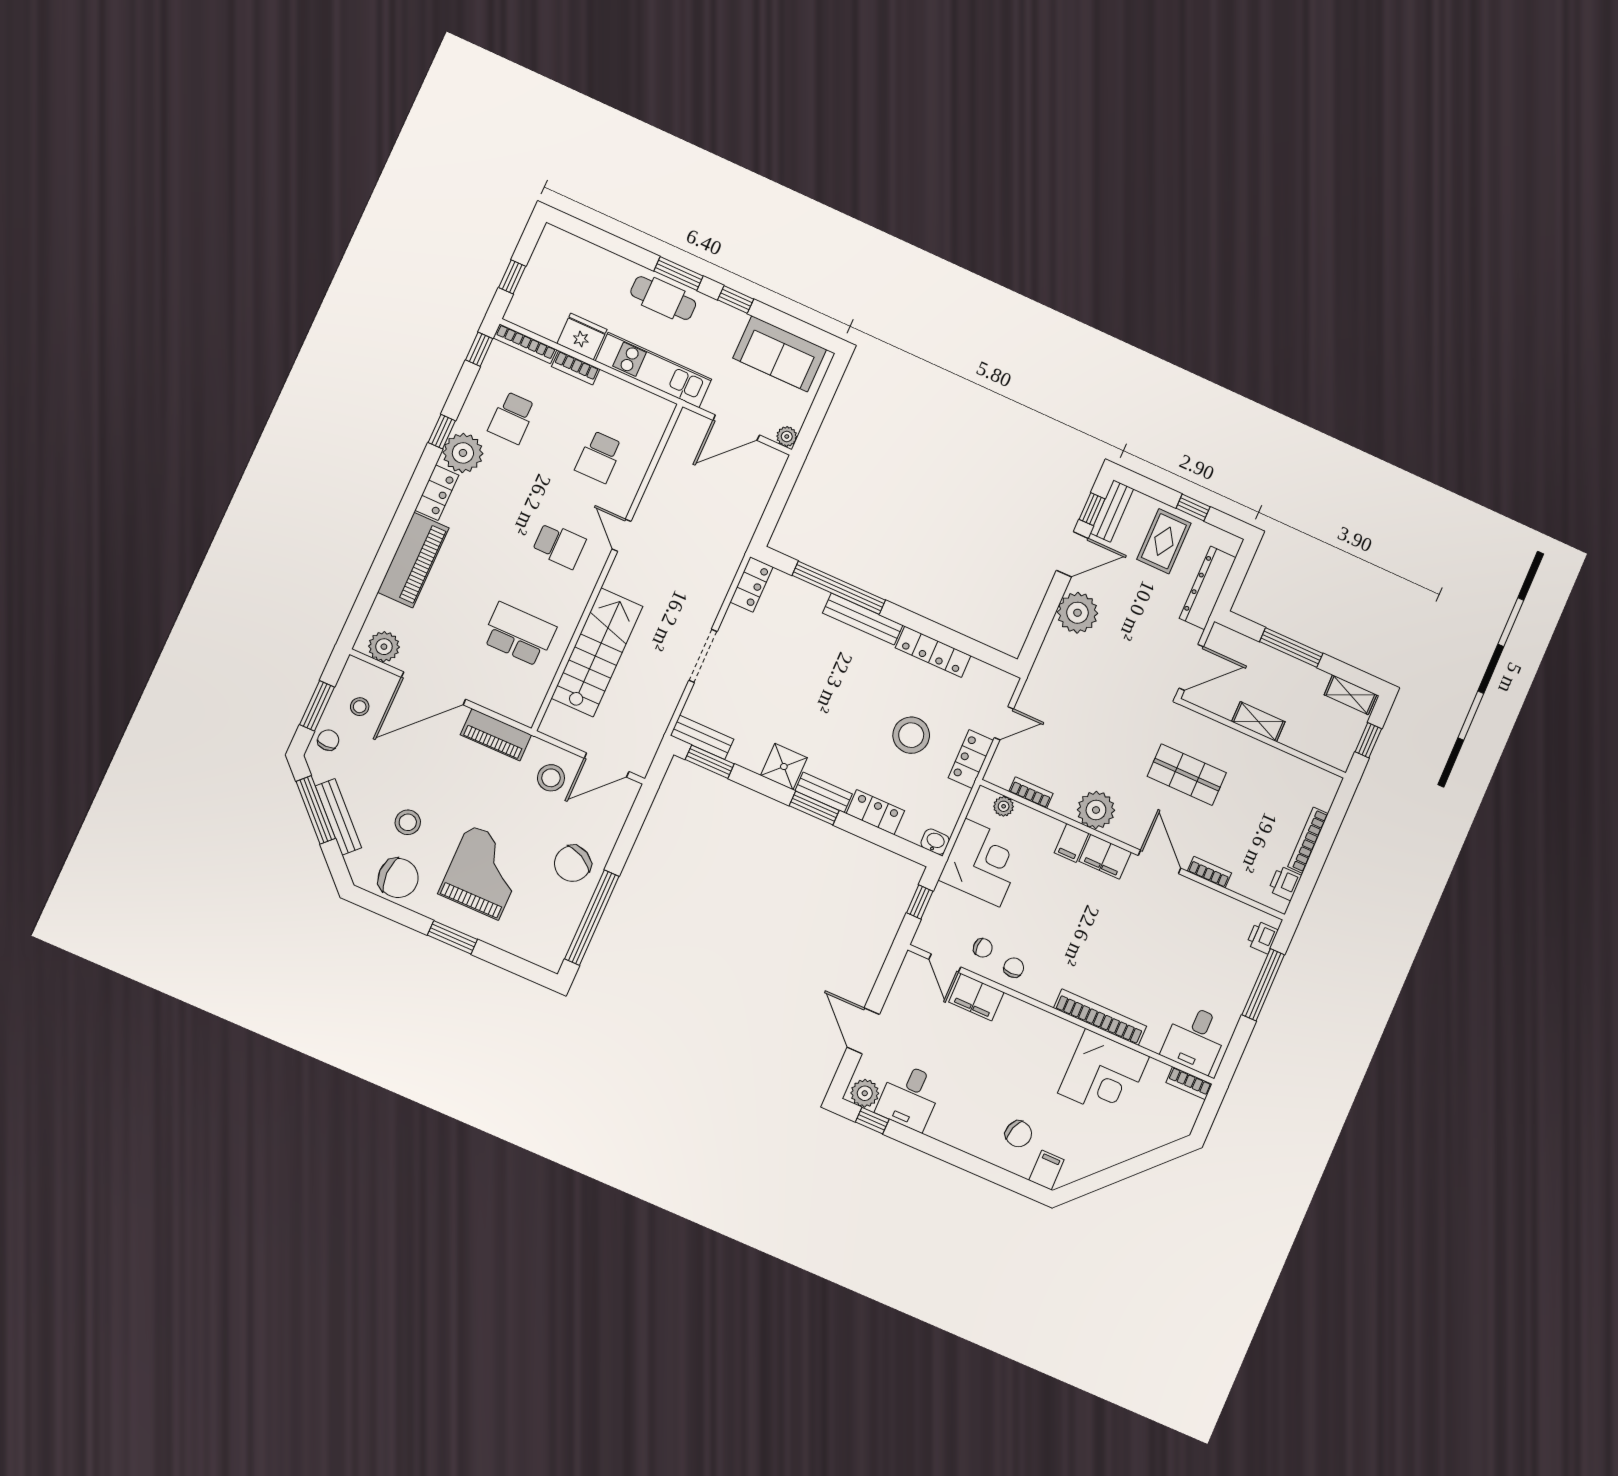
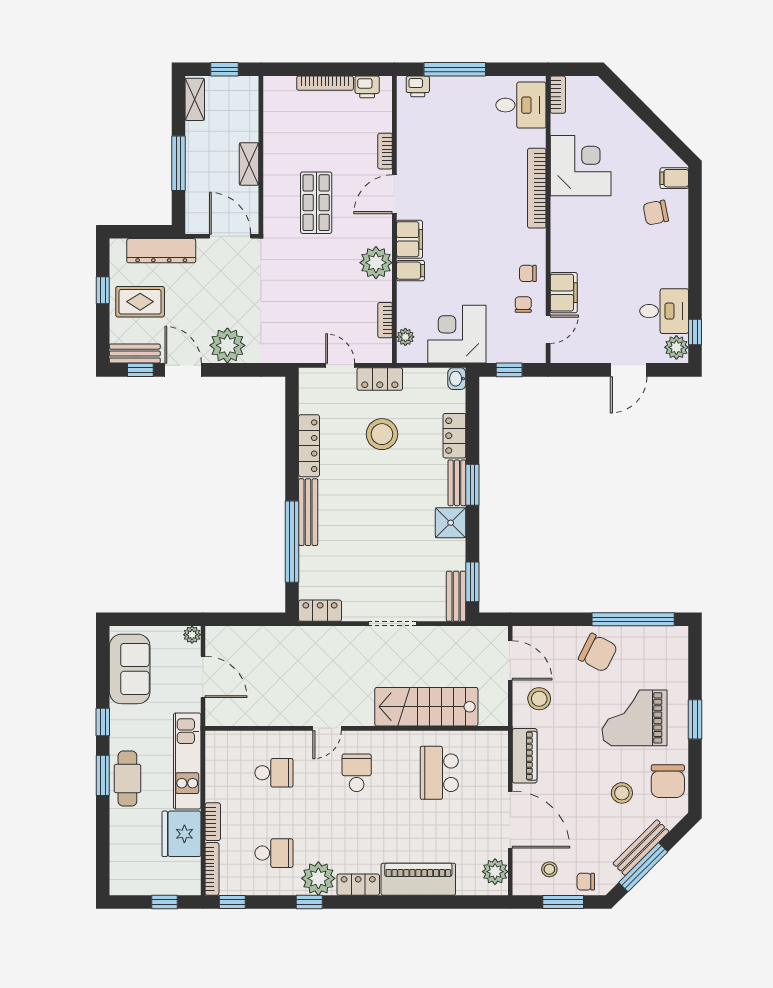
fridge: (582, 337) -> (181, 834), width x1.36, depth x1.34
chair: (398, 878) -> (668, 781), turned 180
chair: (1018, 1134) -> (656, 213), turned -120

